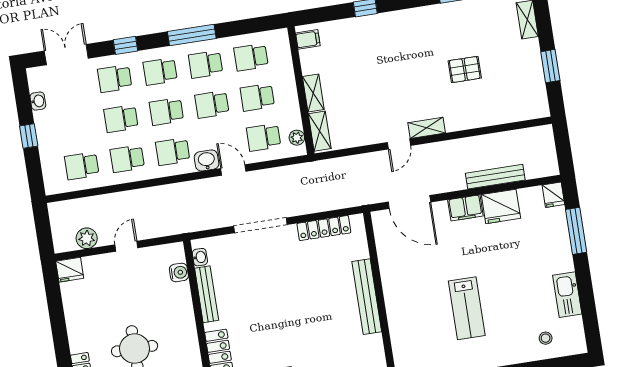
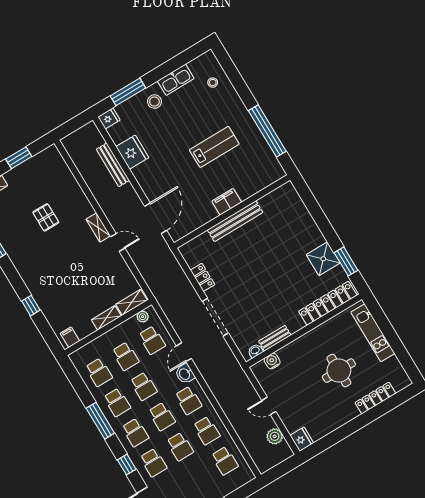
filing cabinet: (465, 208) -> (227, 202), moved, turned -90
locker: (324, 228) -> (202, 277), width x0.66
stool: (551, 258) -> (154, 102), added
bench: (207, 294) -> (275, 338), width x0.73

